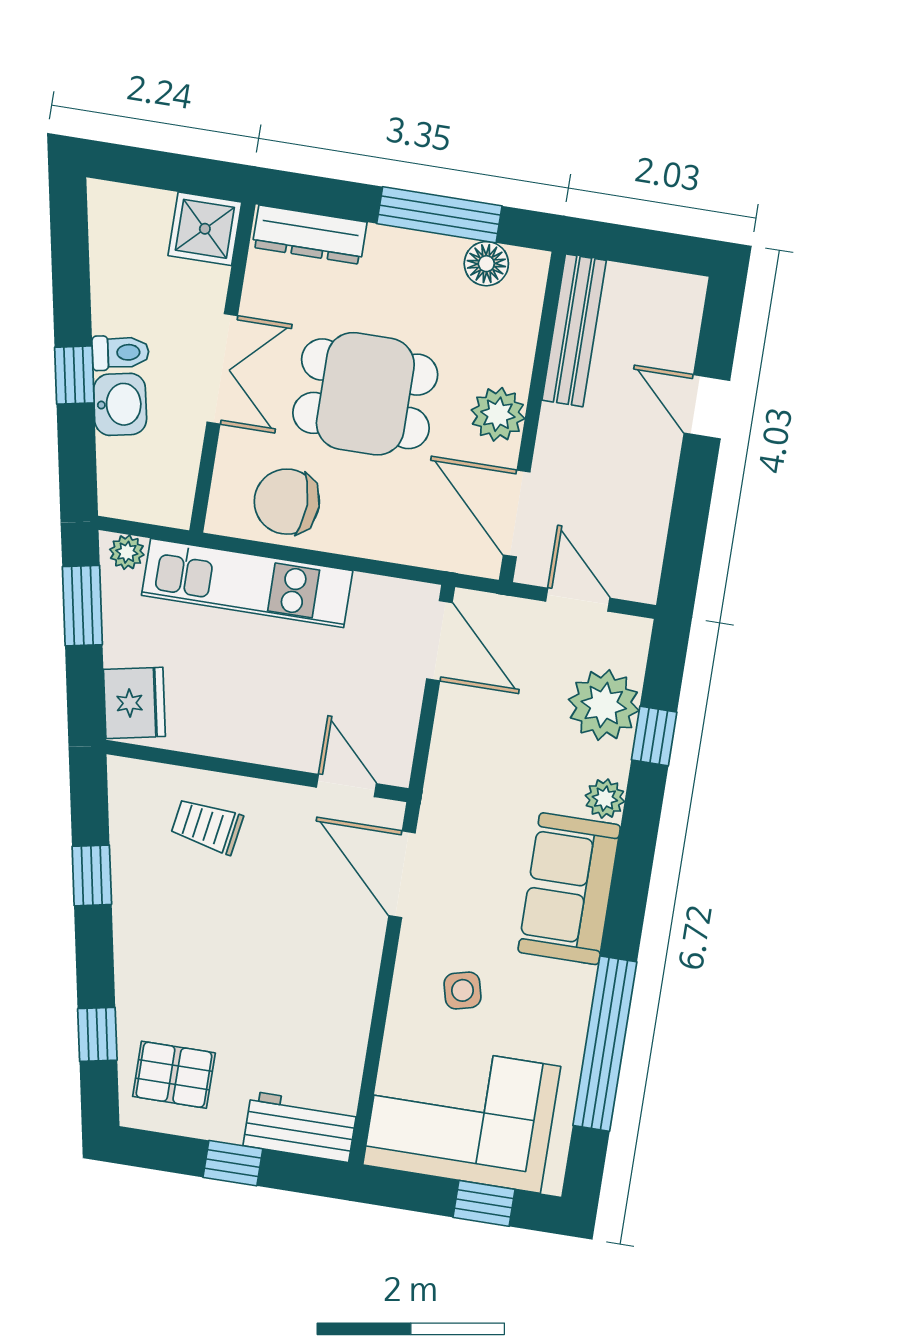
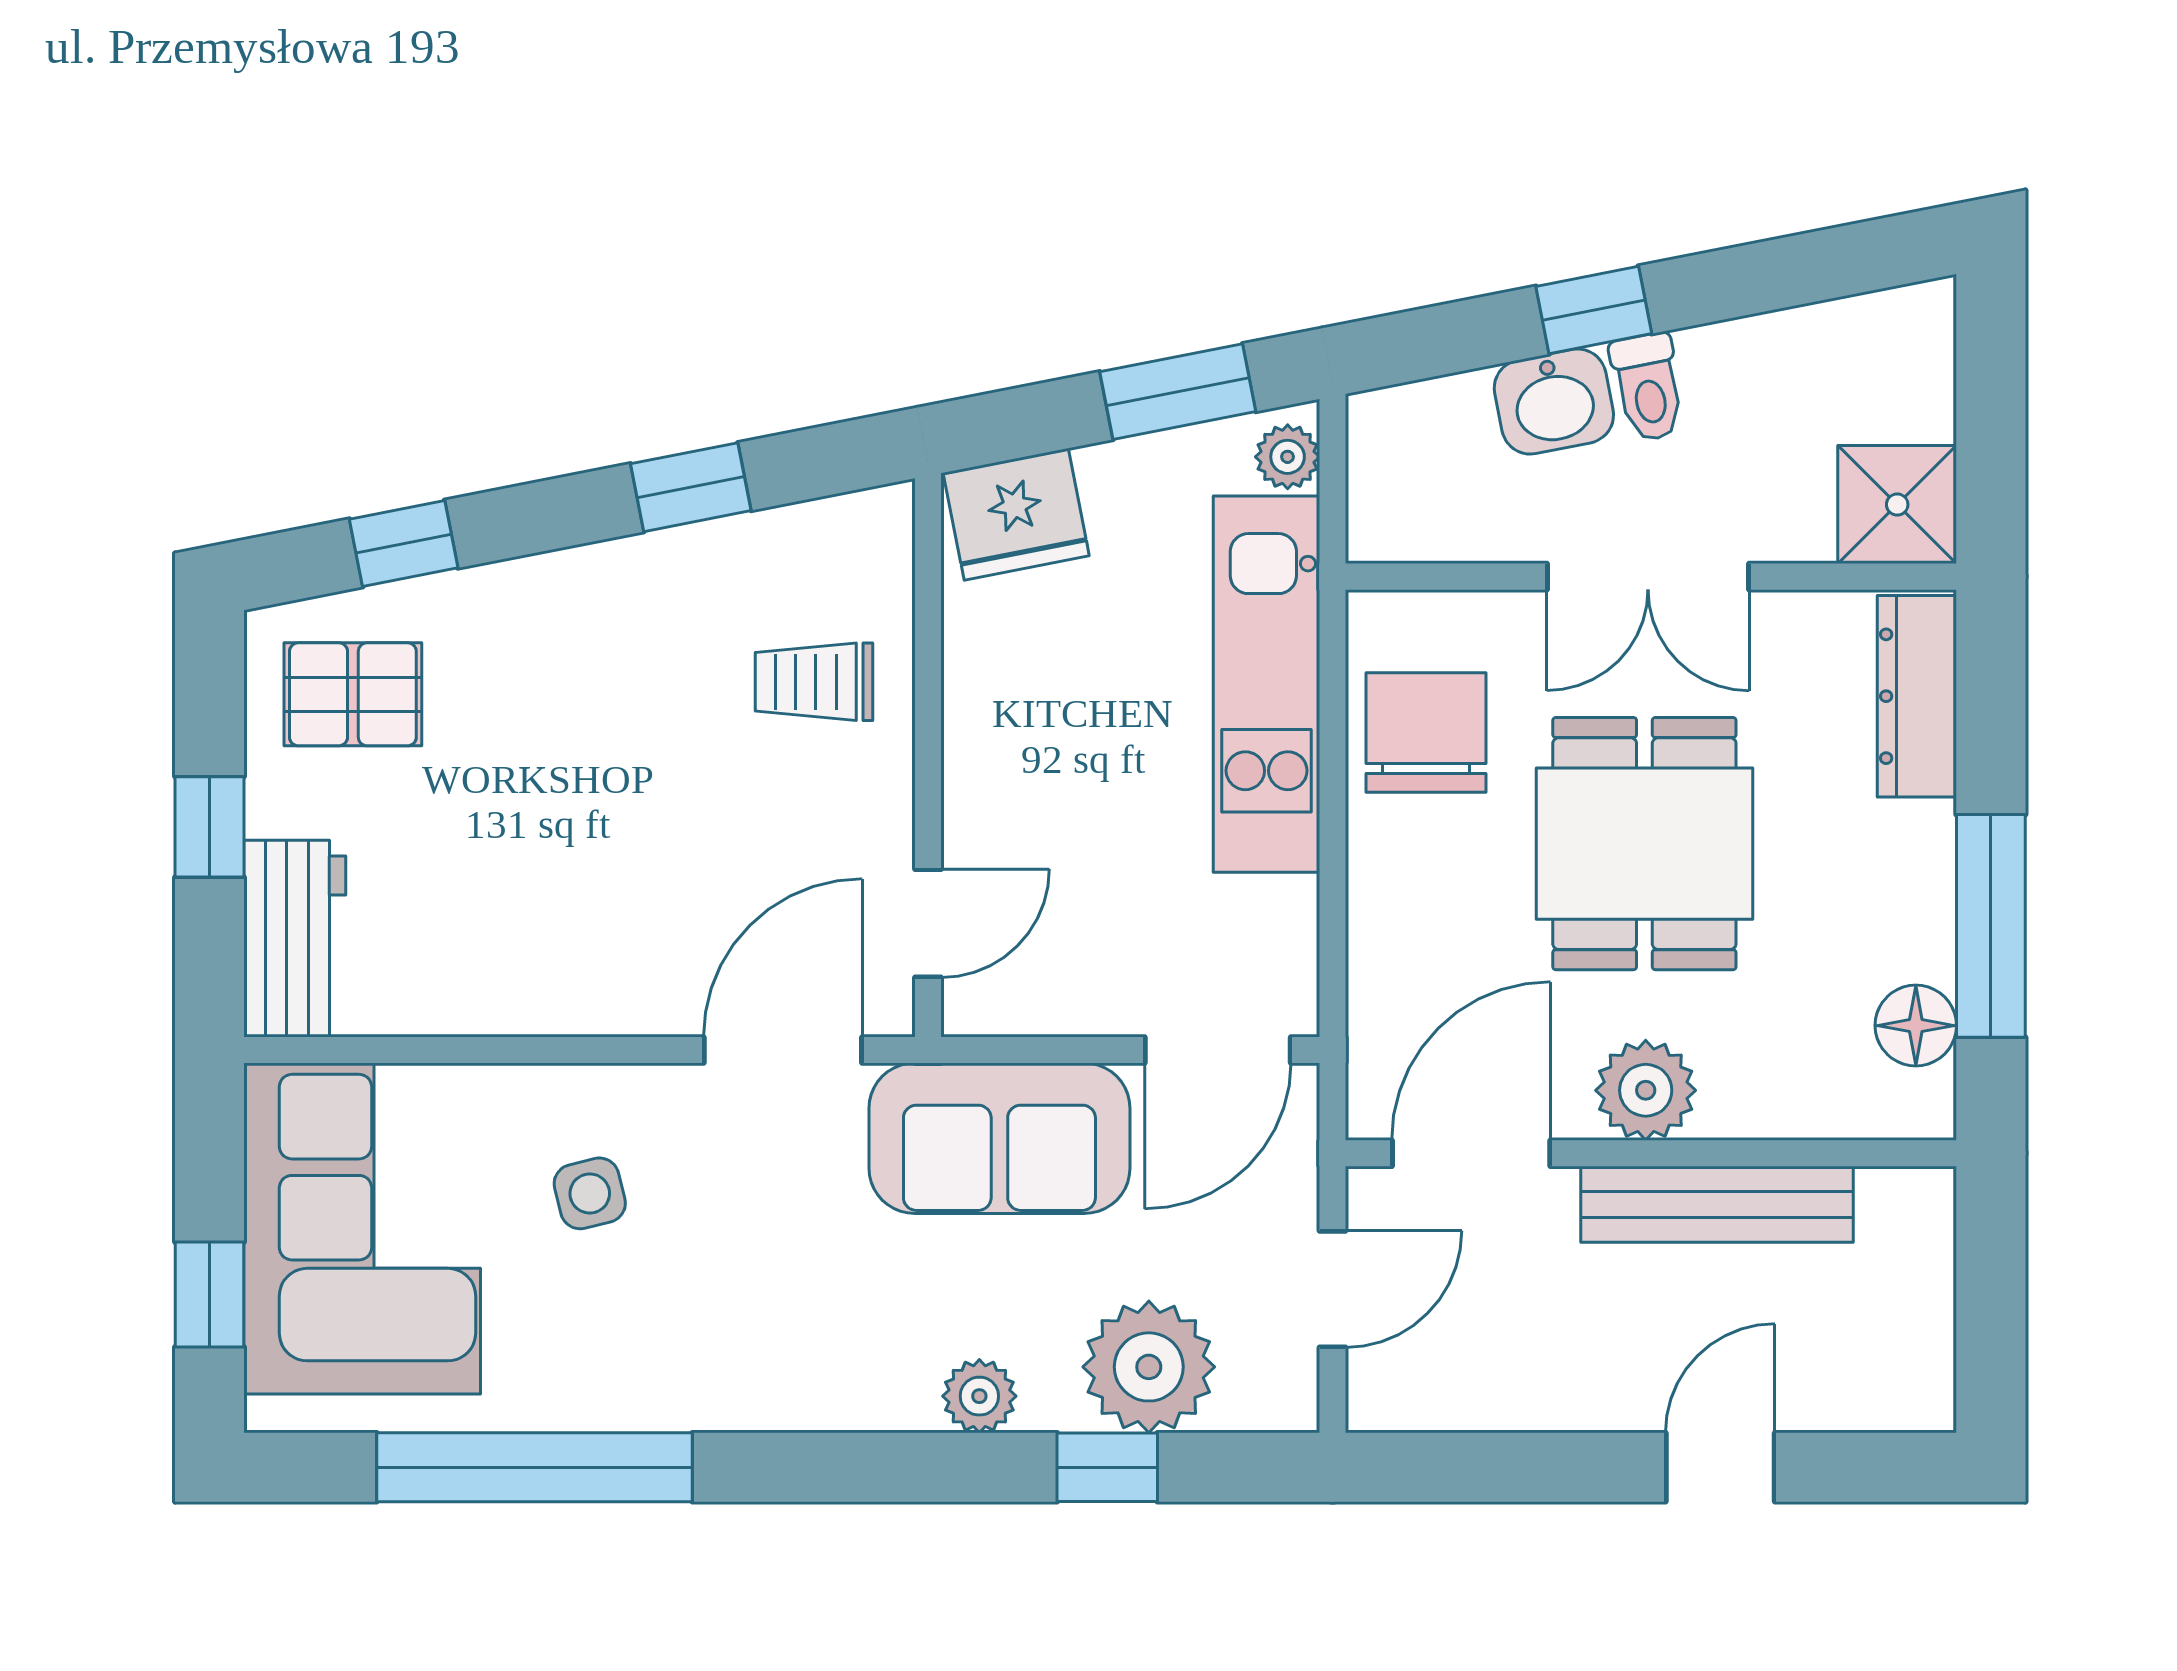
bench: (574, 330) -> (1717, 1204), moved
trolley: (207, 826) -> (814, 682), turned -99
sofa: (569, 889) -> (999, 1138), moved, turned 180
pallet: (174, 1075) -> (353, 694), turned 90

